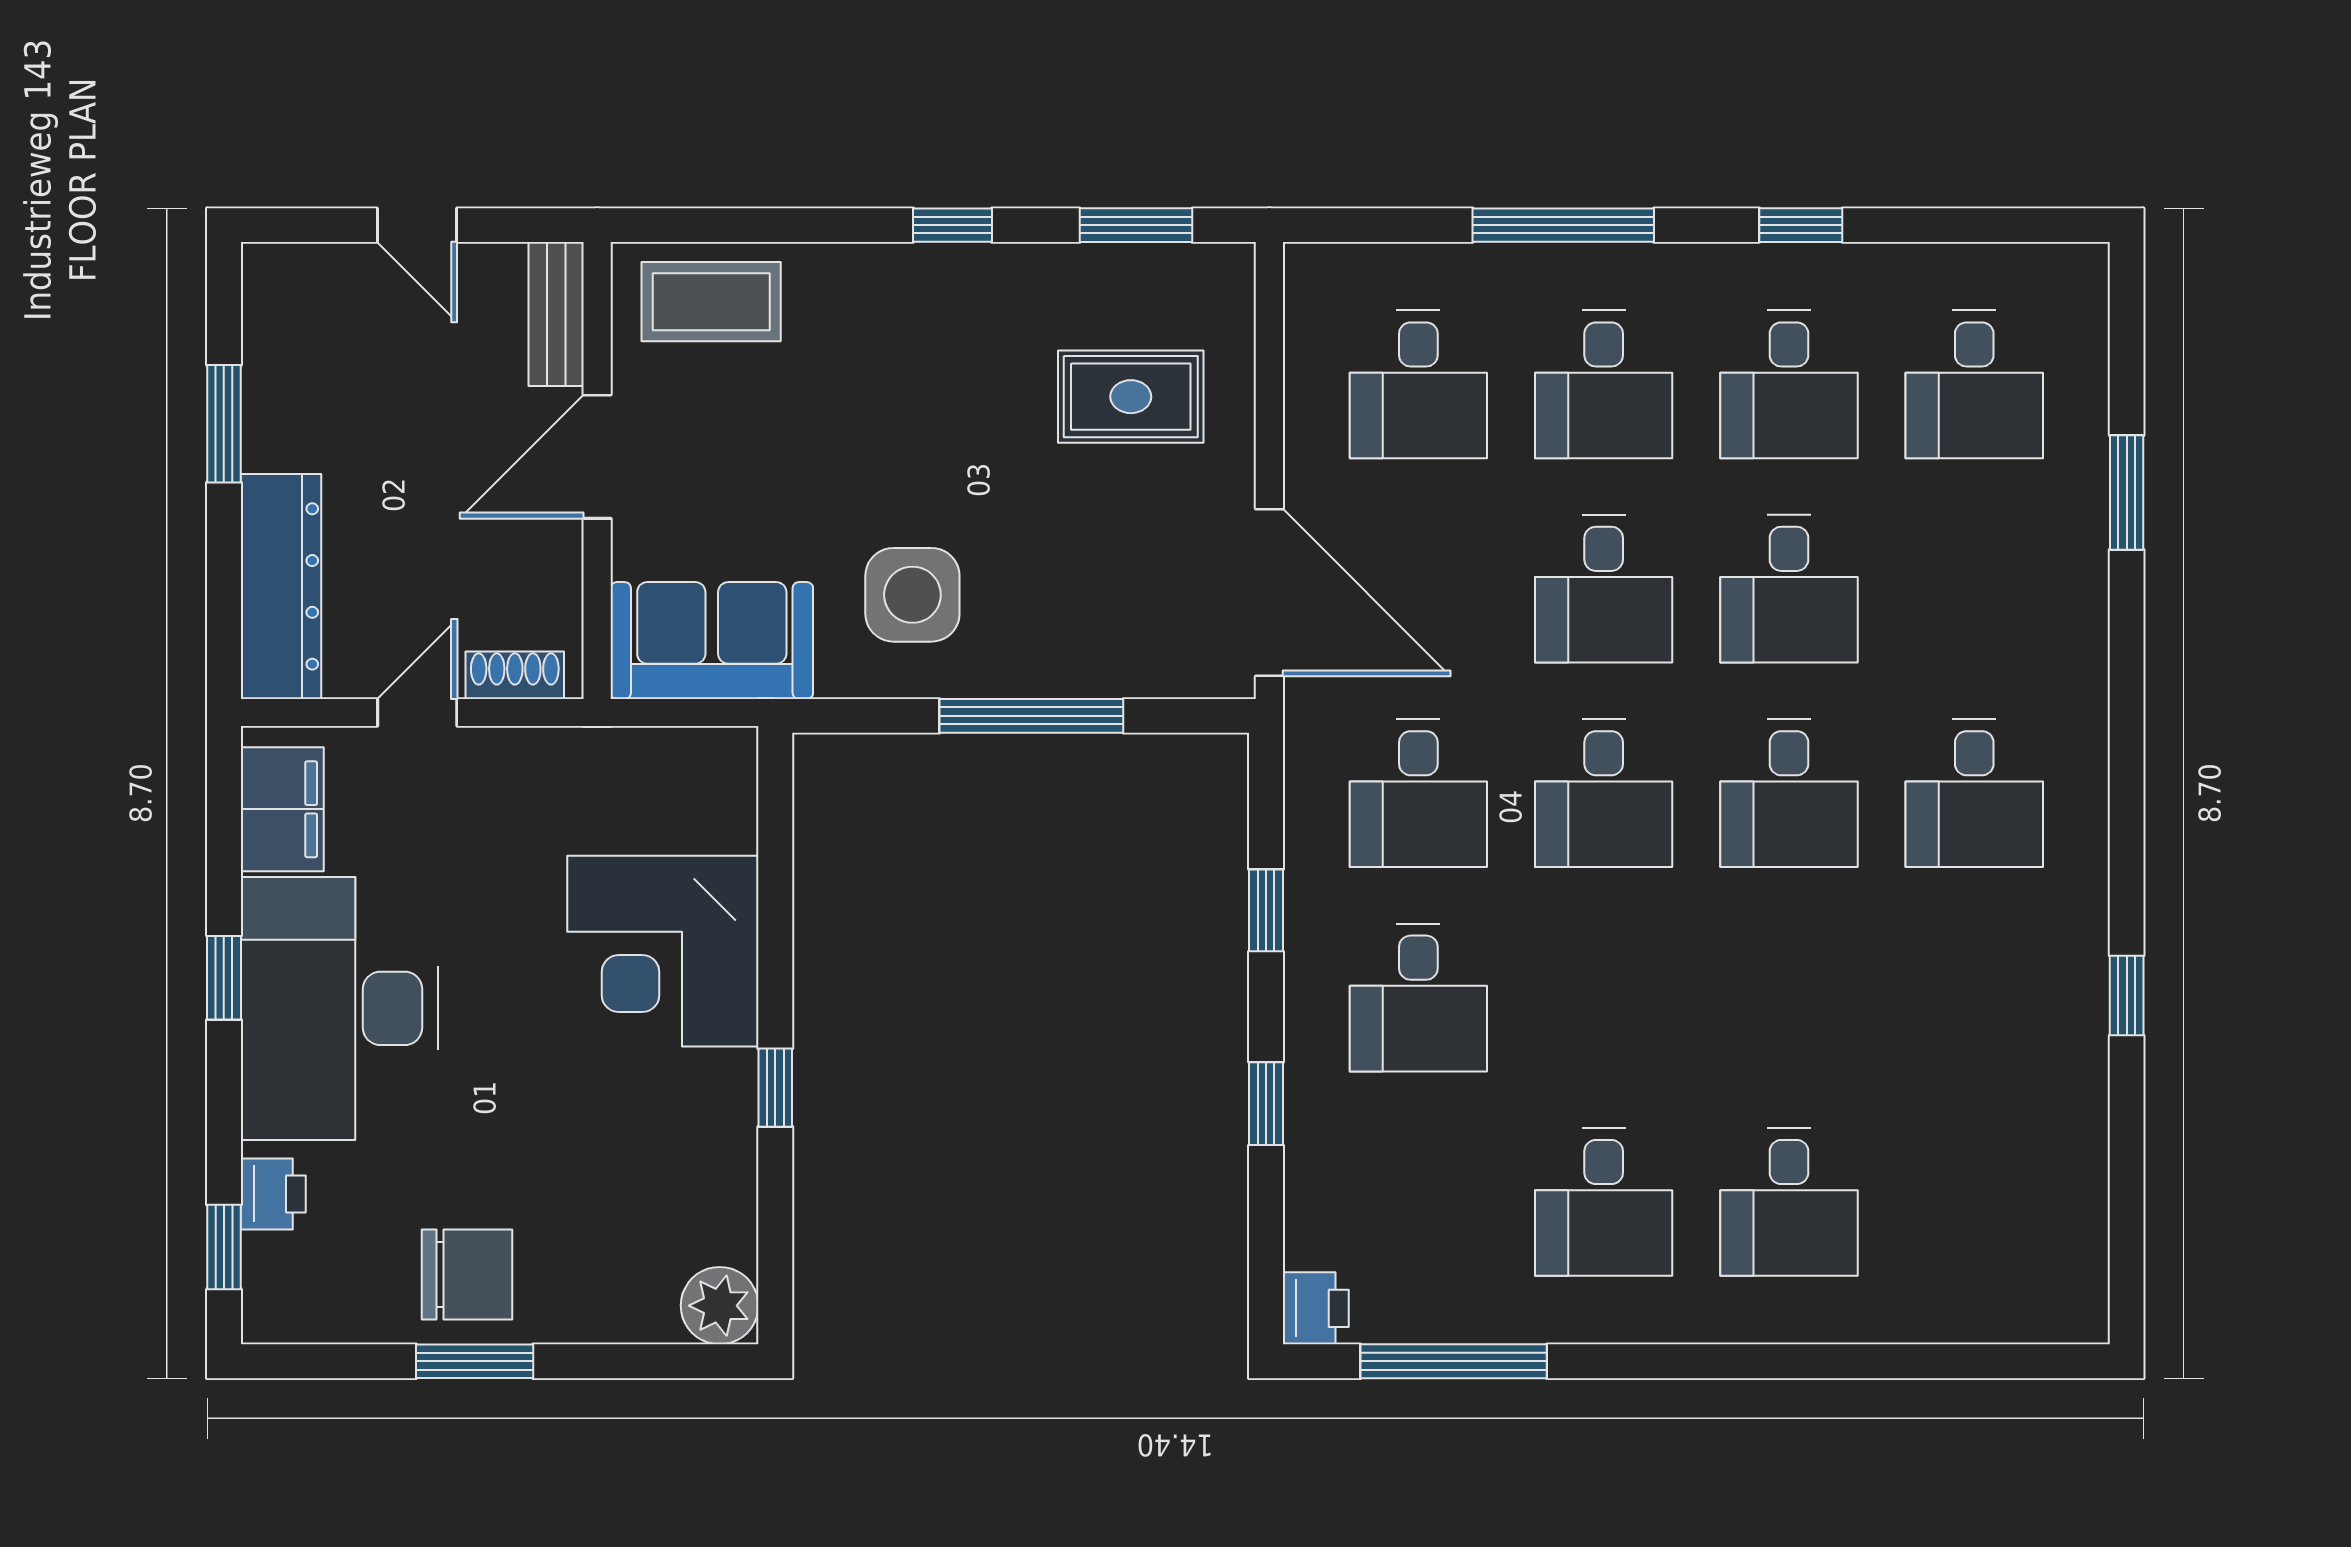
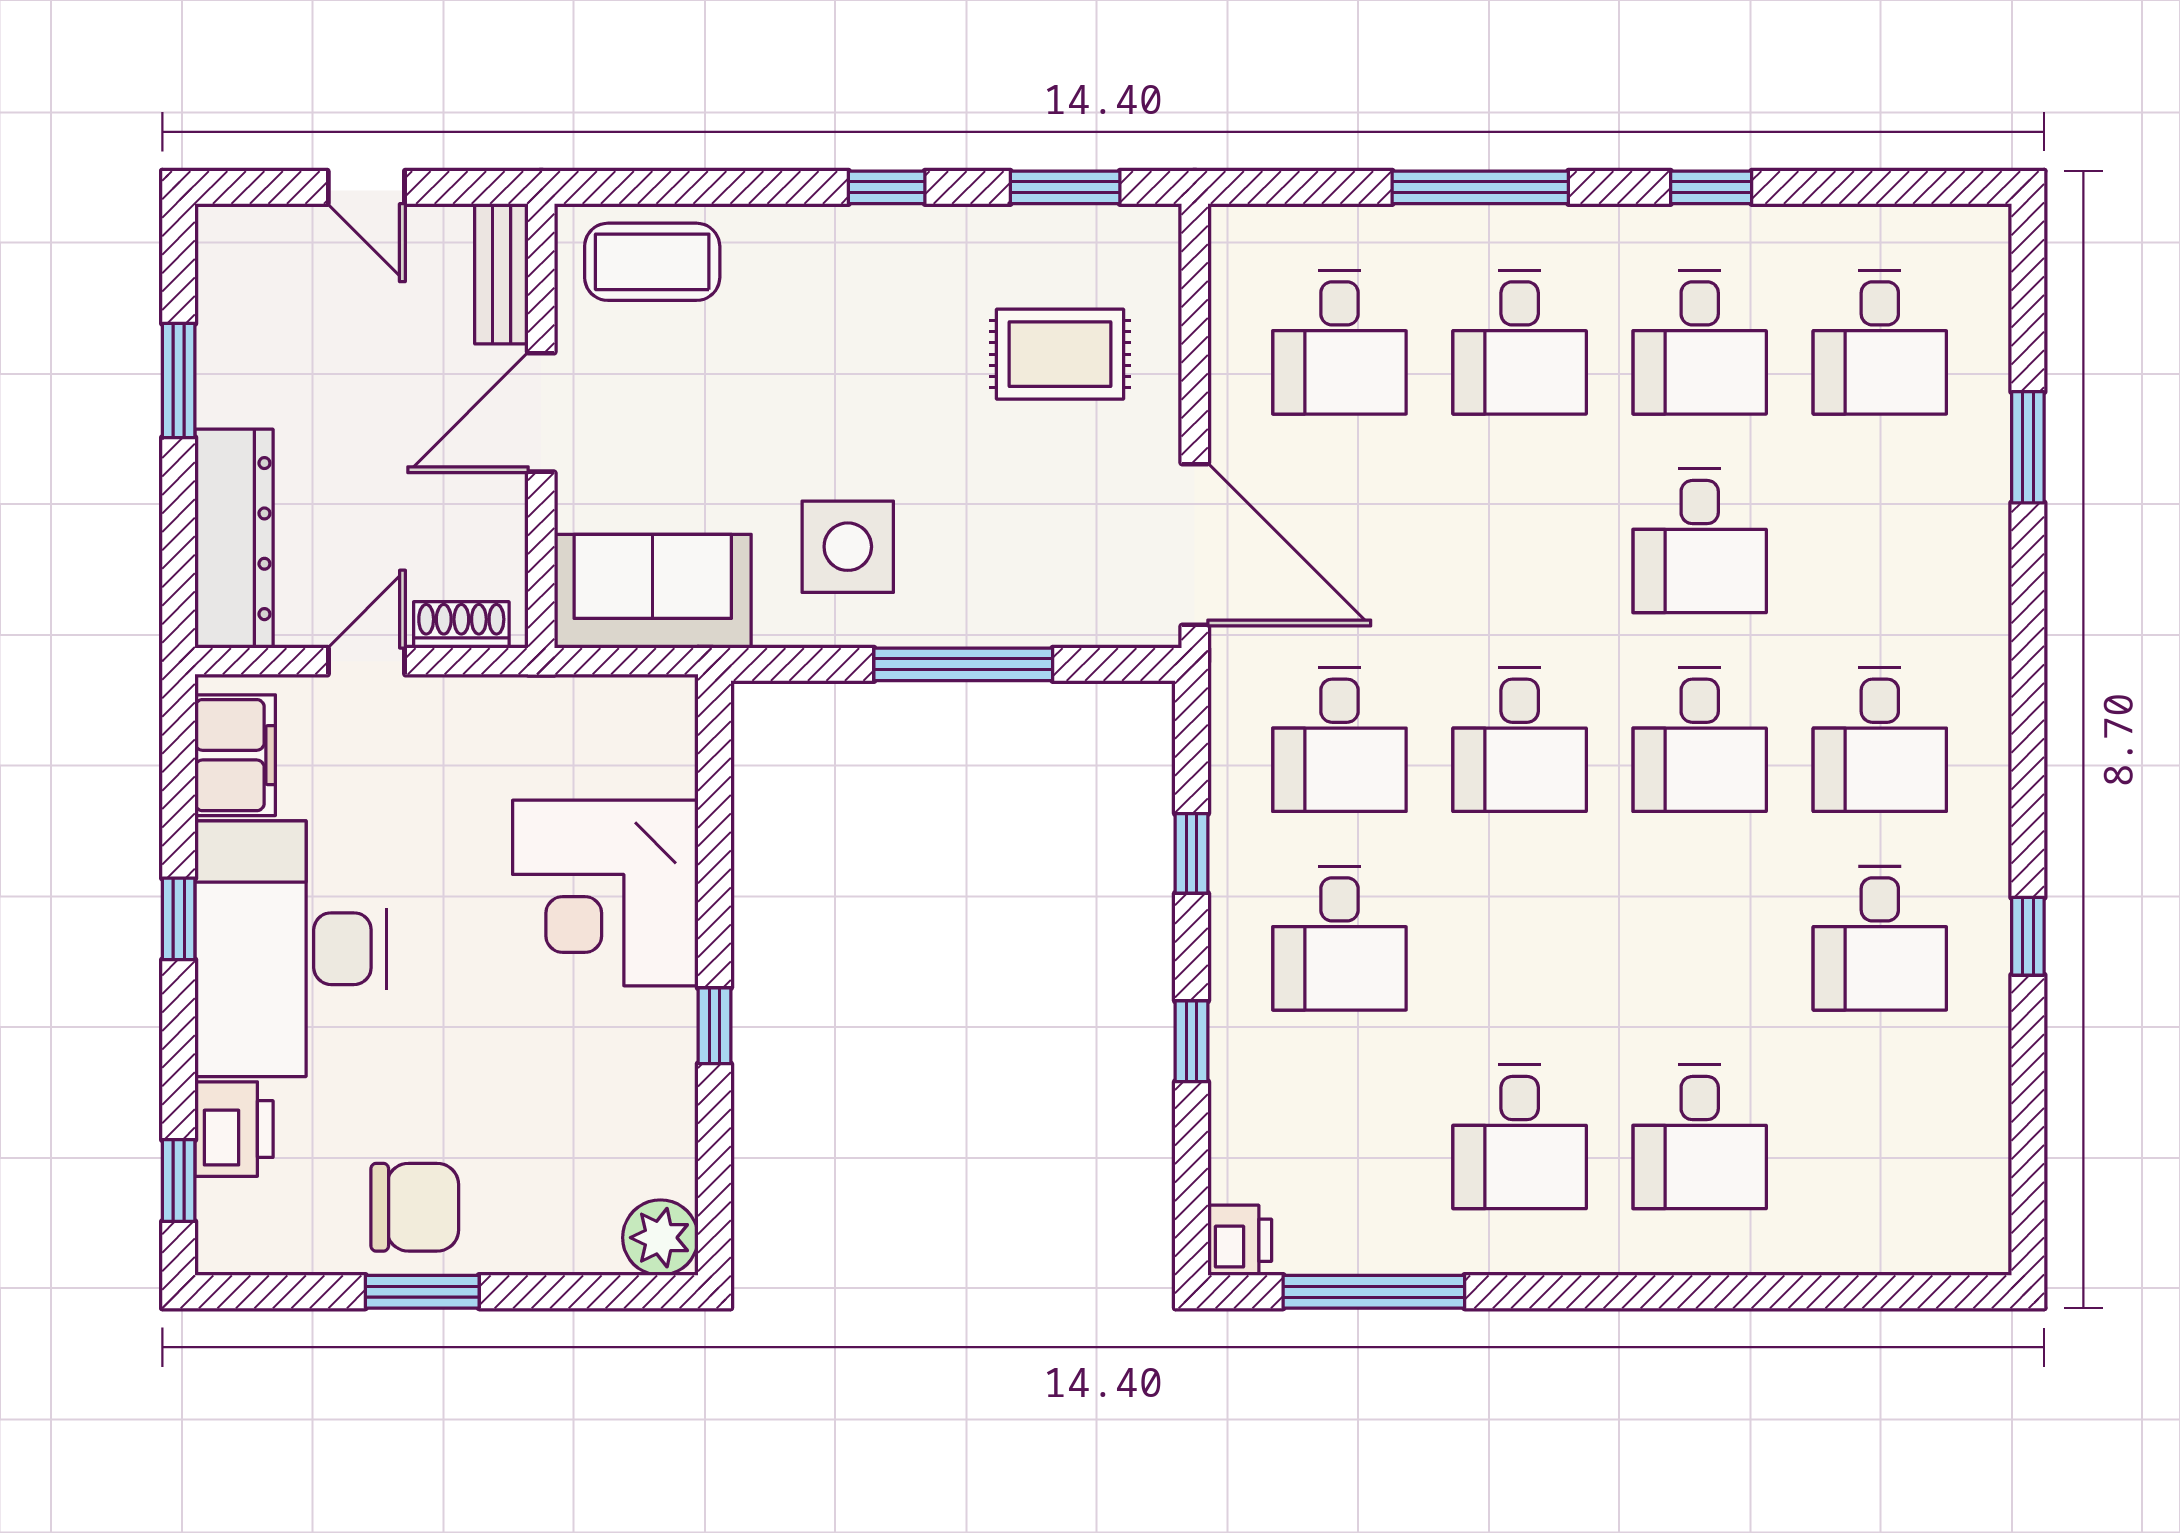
desk: (1604, 589) -> (1880, 938), moved
printer: (273, 1194) -> (234, 1129), width x1.36, depth x1.24

